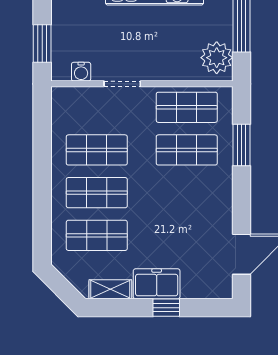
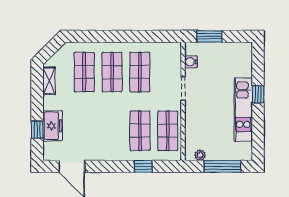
plant: (217, 58) -> (200, 155), width x0.53, depth x0.53
window: (241, 145) -> (143, 166), width x0.67
freezer: (157, 284) -> (53, 126), moved
window: (166, 308) -> (37, 130), moved

